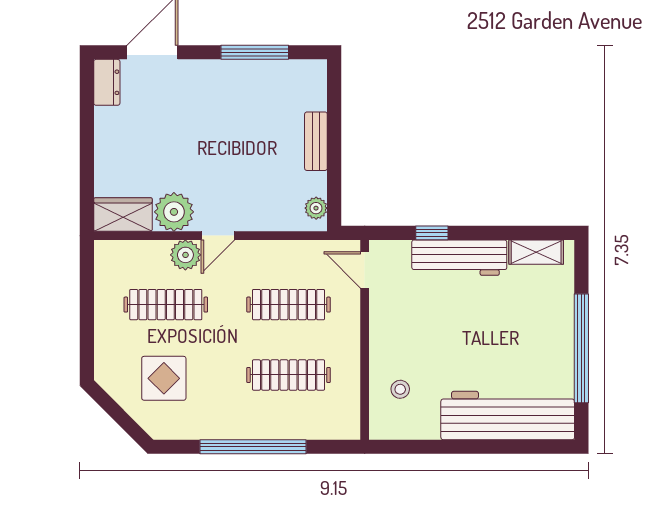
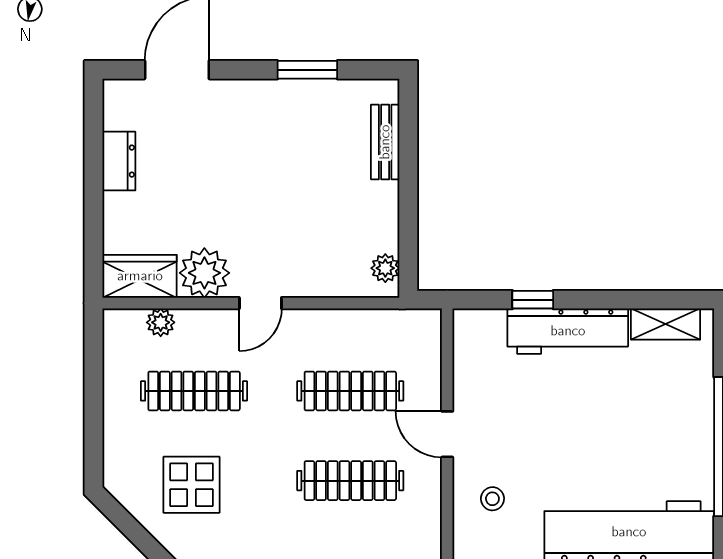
window: (255, 52) -> (307, 70), width x0.69
dresser: (107, 82) -> (119, 161), moved
bench: (316, 141) -> (385, 142), moved
plant: (185, 255) -> (161, 322), moved, width x0.73, depth x0.73
door: (365, 270) -> (447, 434), moved

